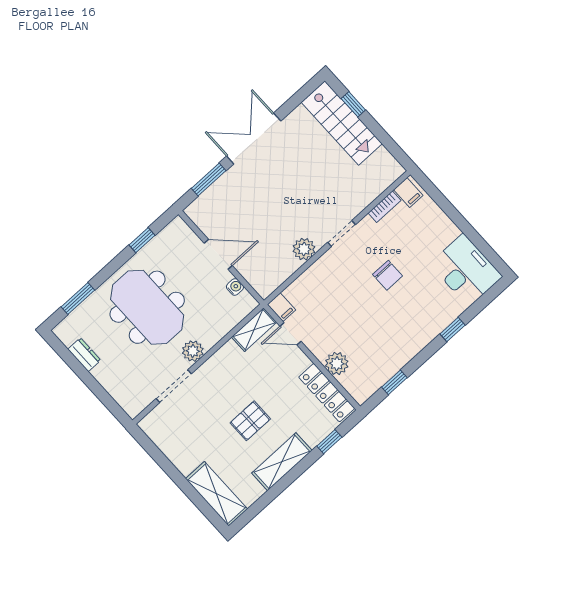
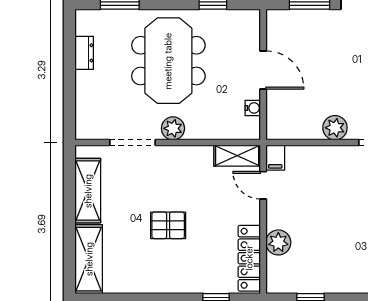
shelving: (282, 462) -> (88, 191), moved, turned 90

